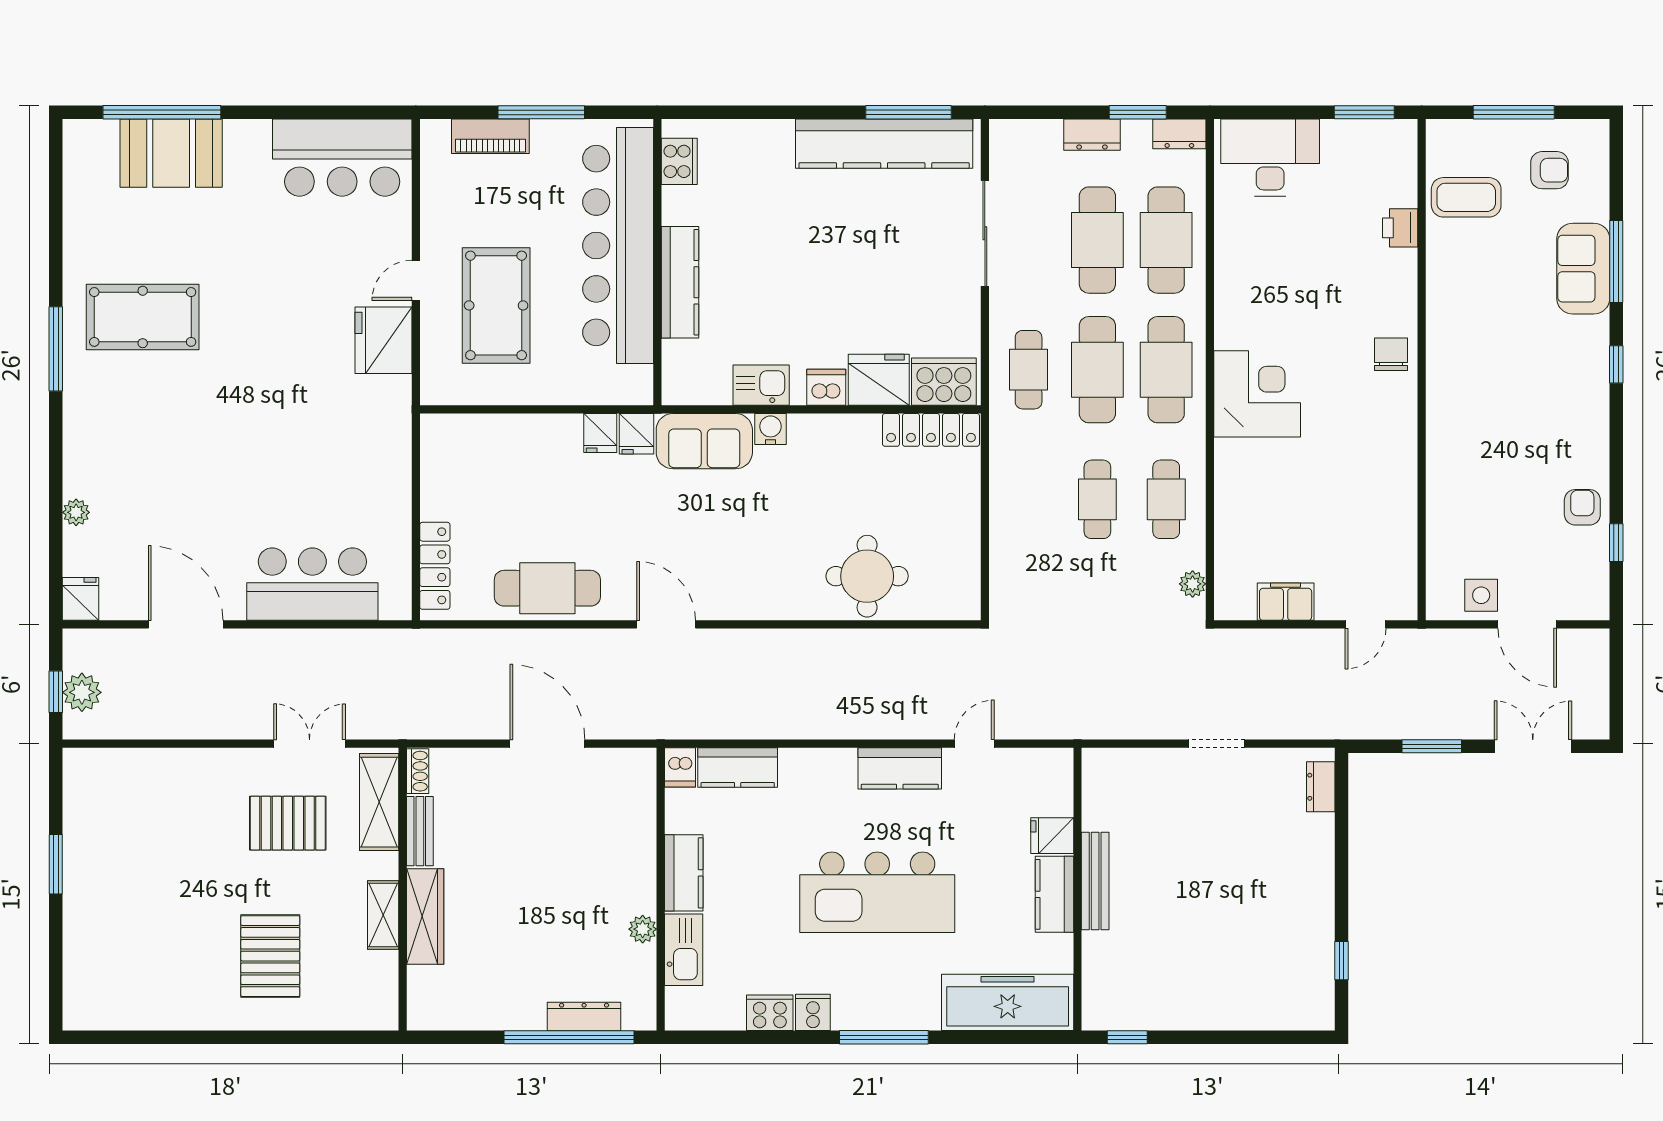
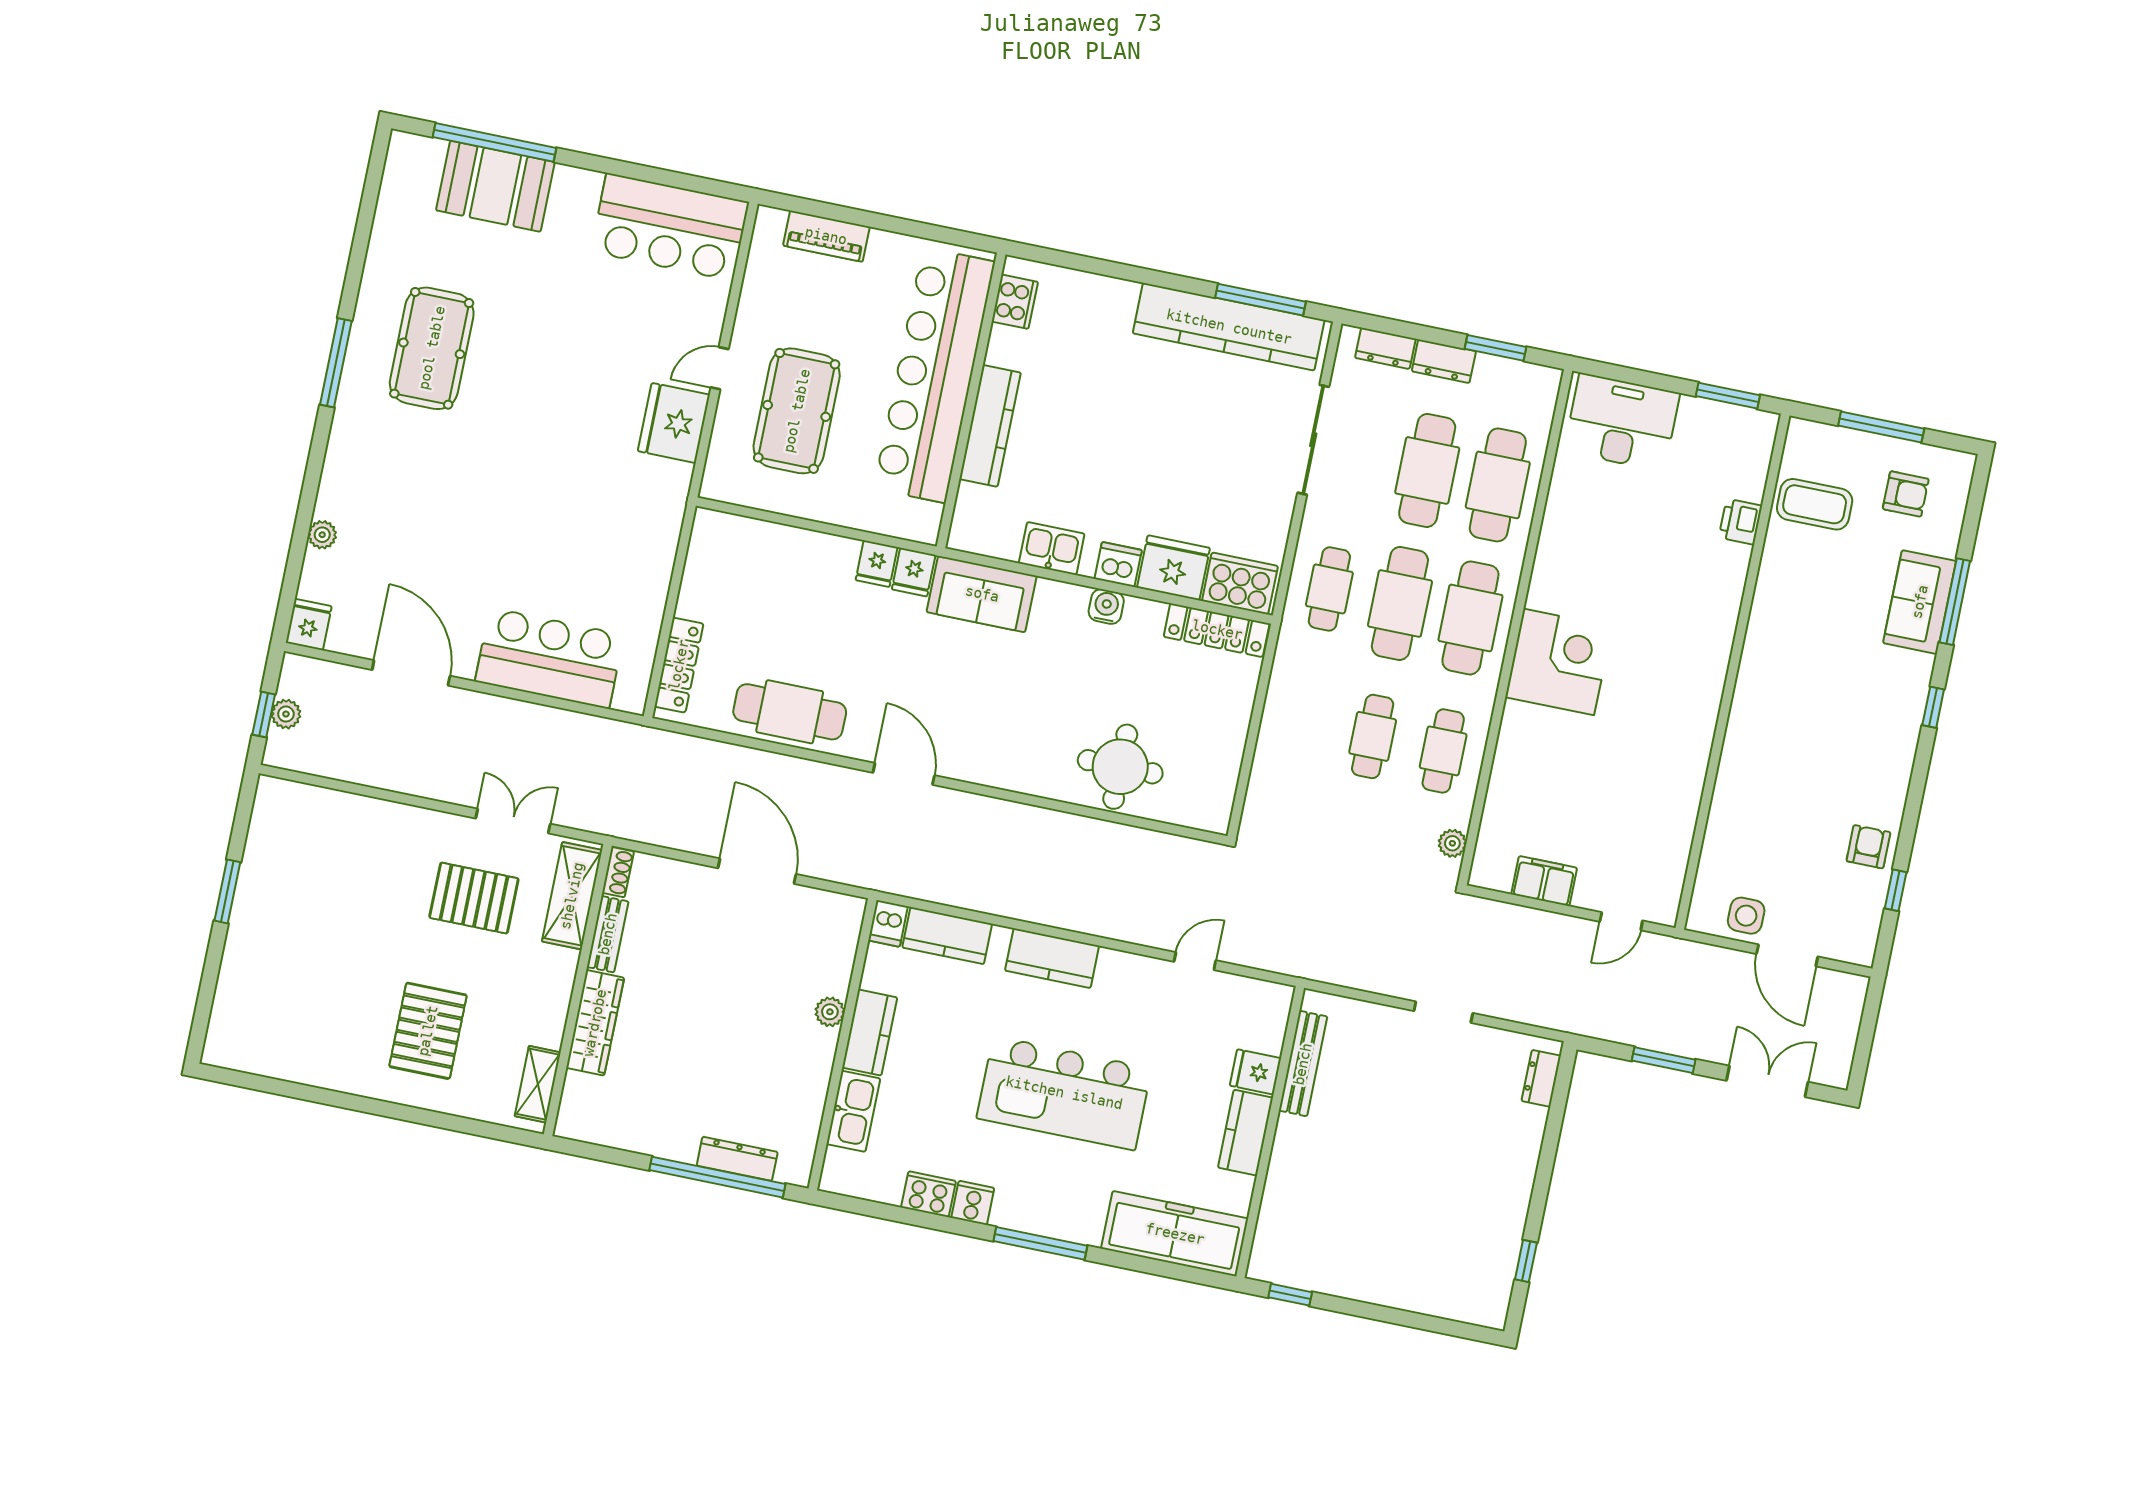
window: (541, 112) -> (884, 222), removed
dresser: (1179, 134) -> (1385, 348), moved
pool table: (143, 317) -> (432, 348), turned 90
chair: (1391, 354) -> (1704, 649), removed
water cooler: (770, 429) -> (1106, 606), moved
plant: (82, 692) -> (286, 714), width x0.73, depth x0.73
kitchen counter: (900, 768) -> (1052, 958), moved
bench: (1095, 881) -> (1303, 1064), moved
shelving: (383, 915) -> (538, 1084), moved
plant: (643, 929) -> (830, 1012), moved

